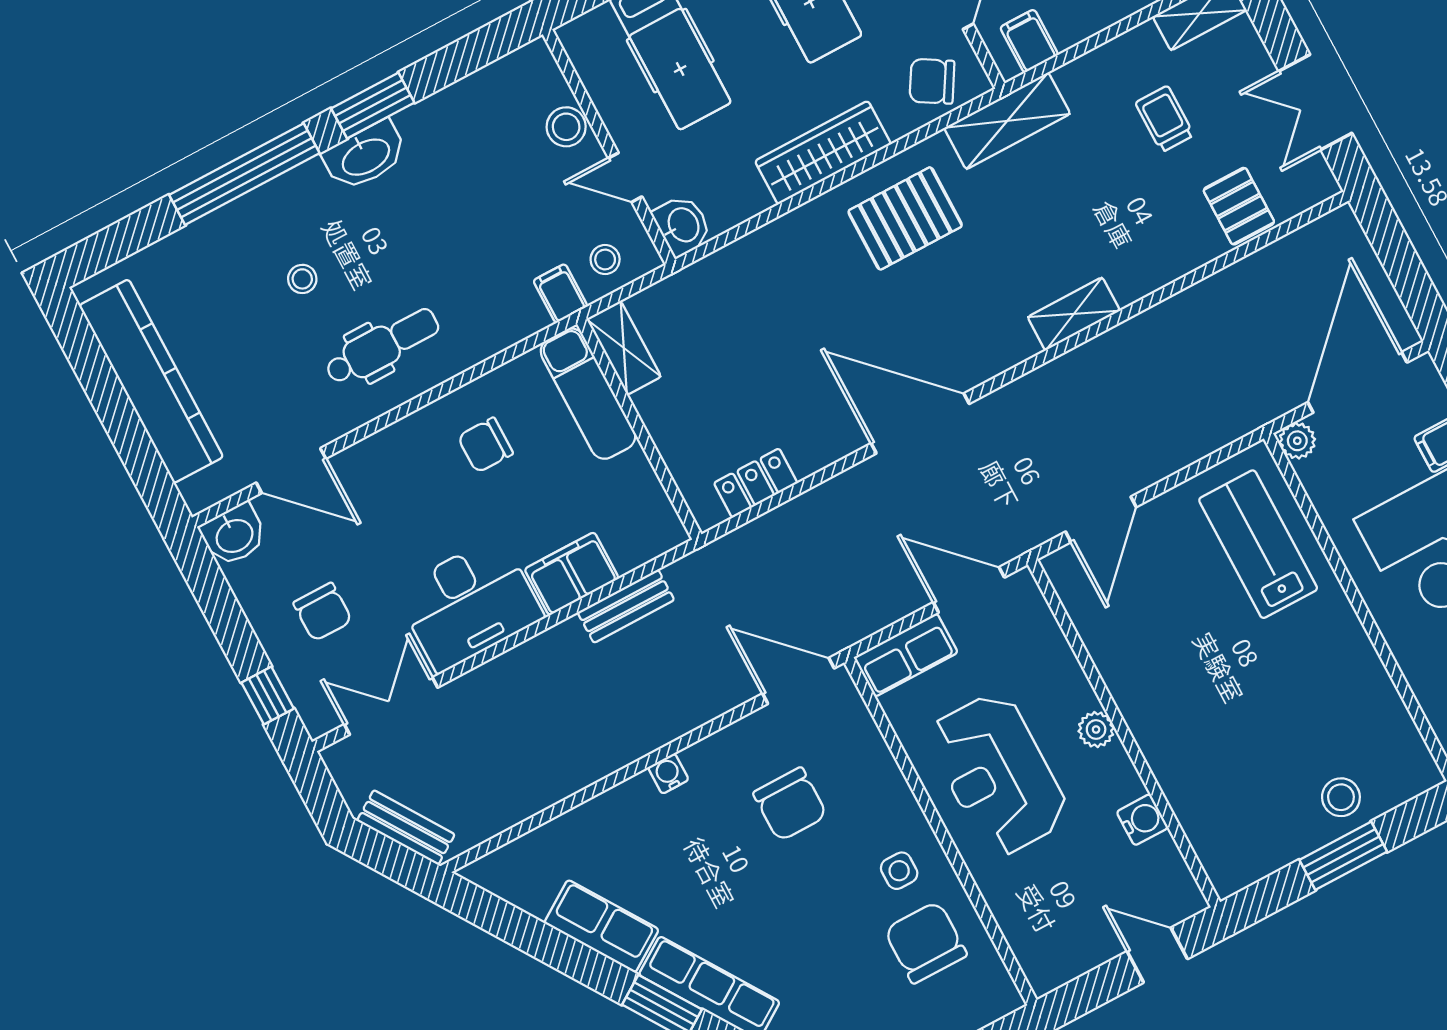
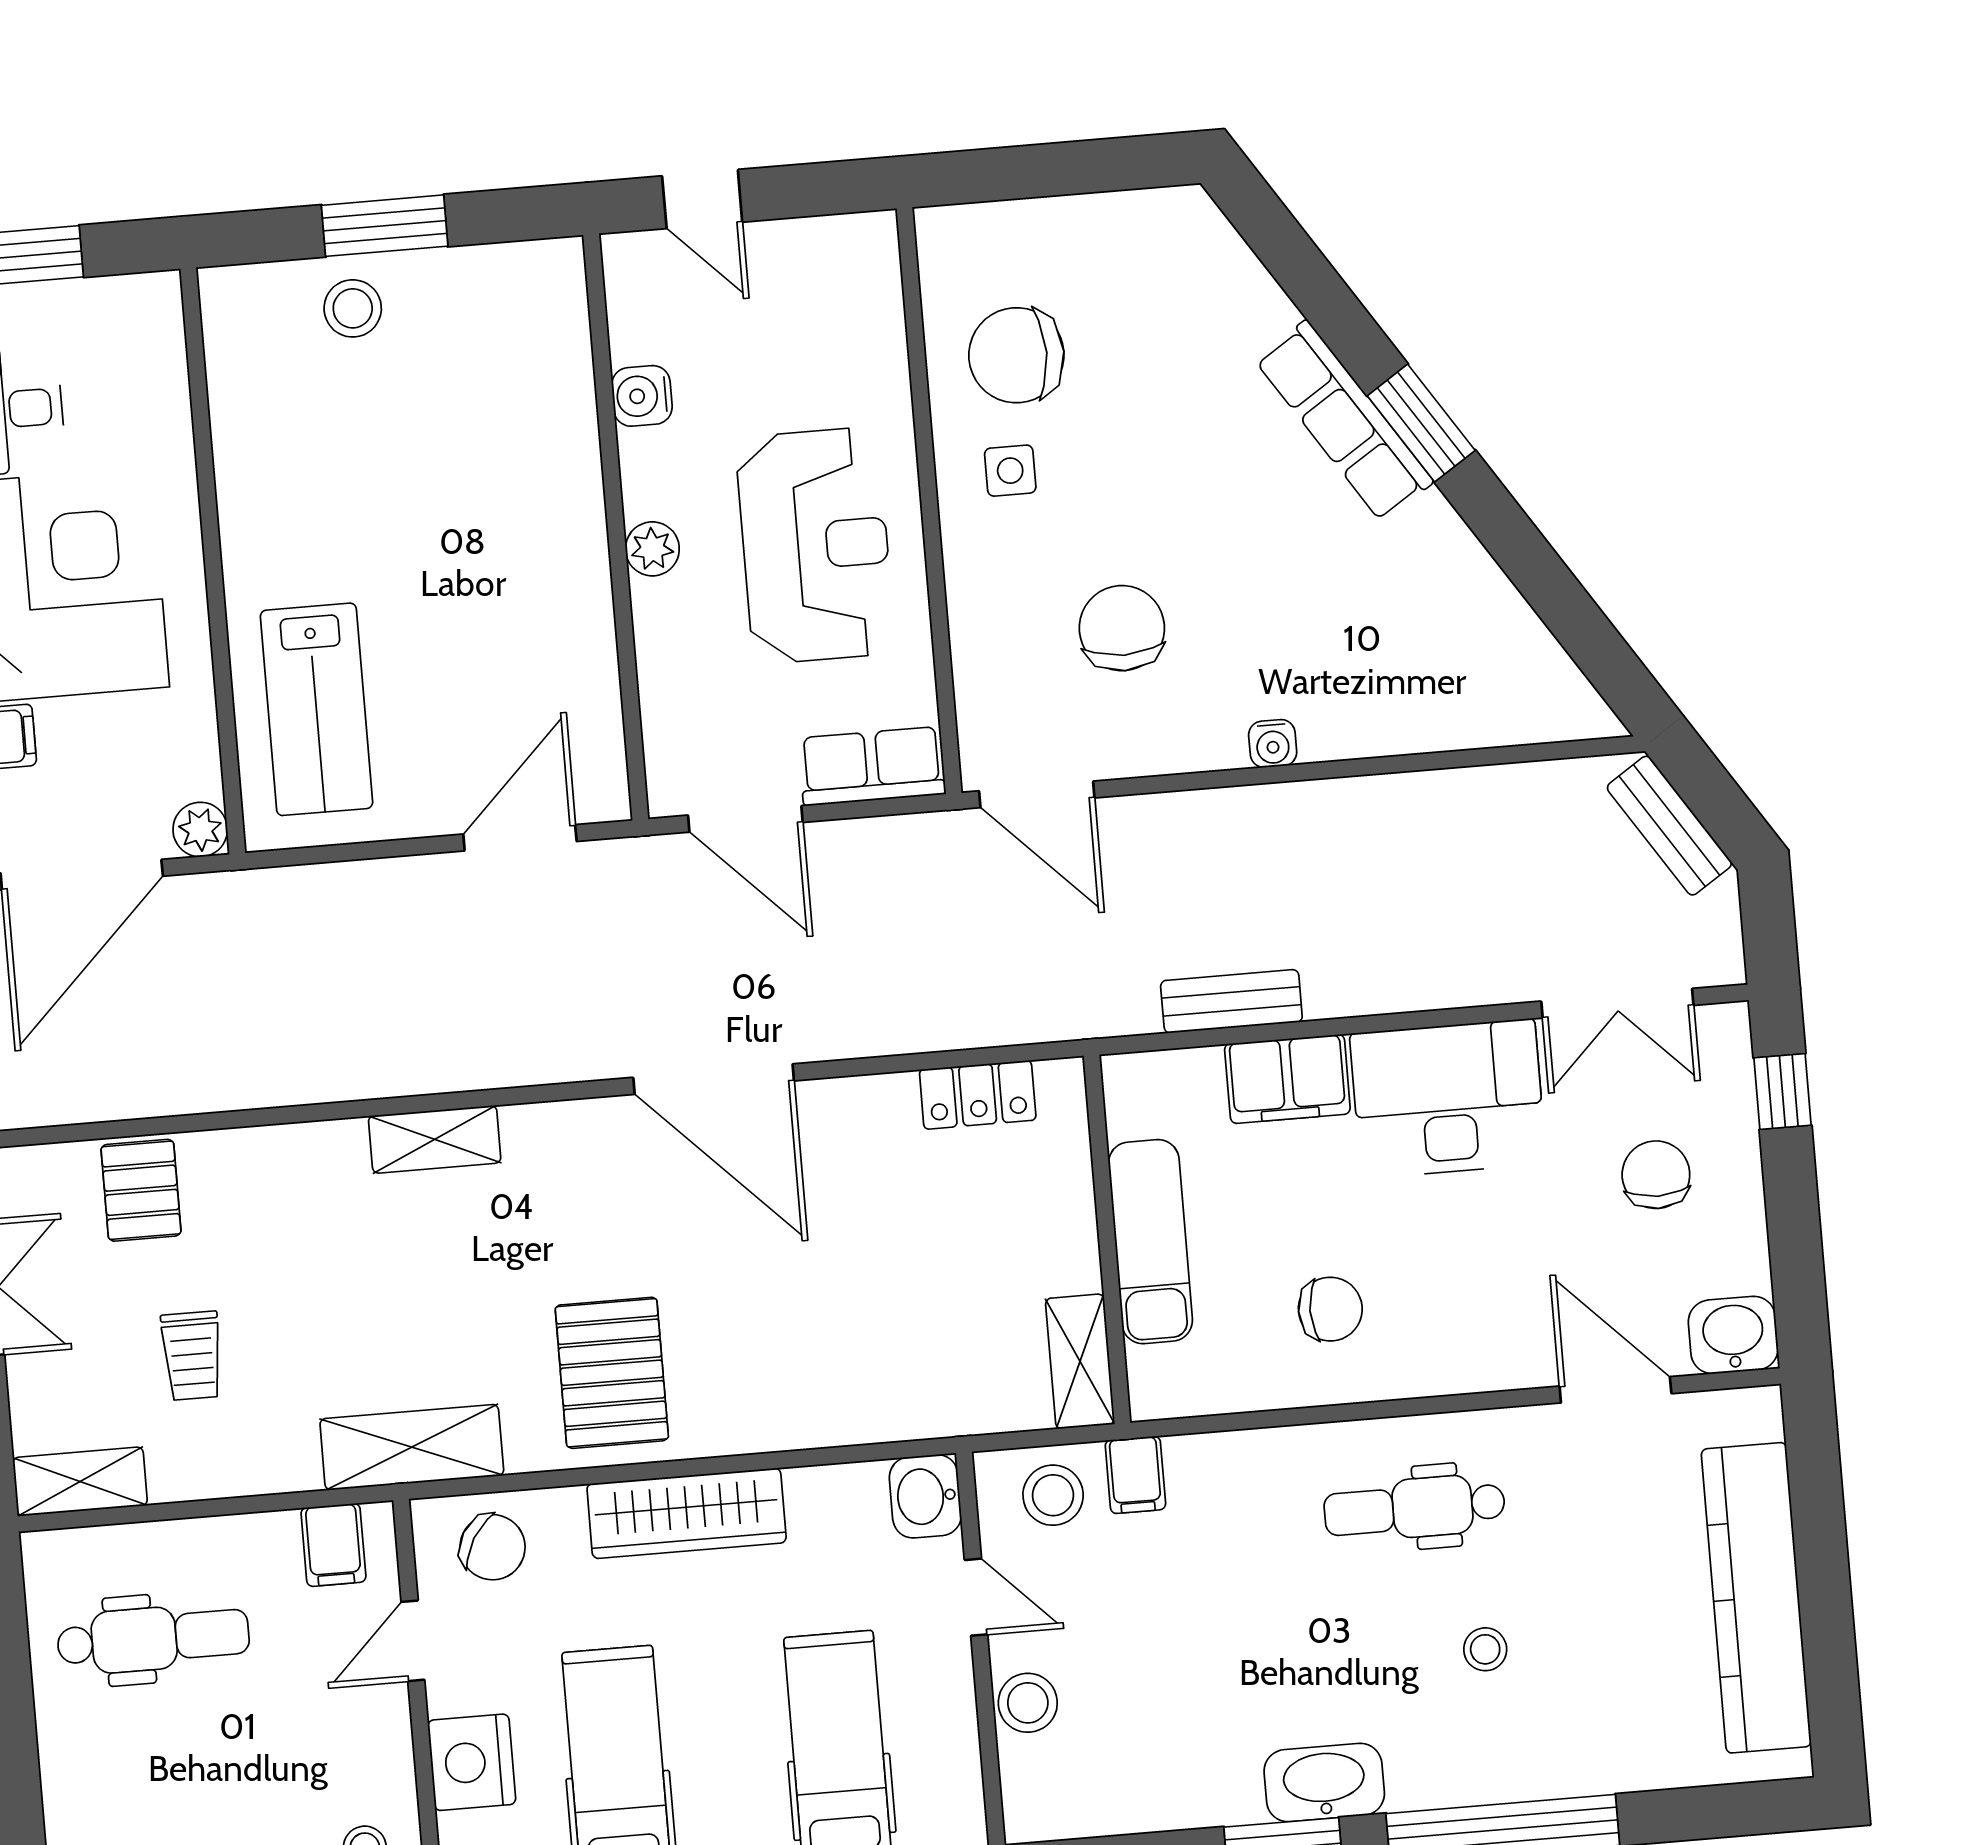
pallet: (905, 218) -> (612, 1373), turned 90
stool: (605, 260) -> (1053, 1495), width x1.37, depth x1.37
exam couch: (588, 394) -> (1150, 1242), moved
row of seats: (602, 926) -> (1457, 571), removed
chair: (926, 942) -> (1016, 355), turned 90

